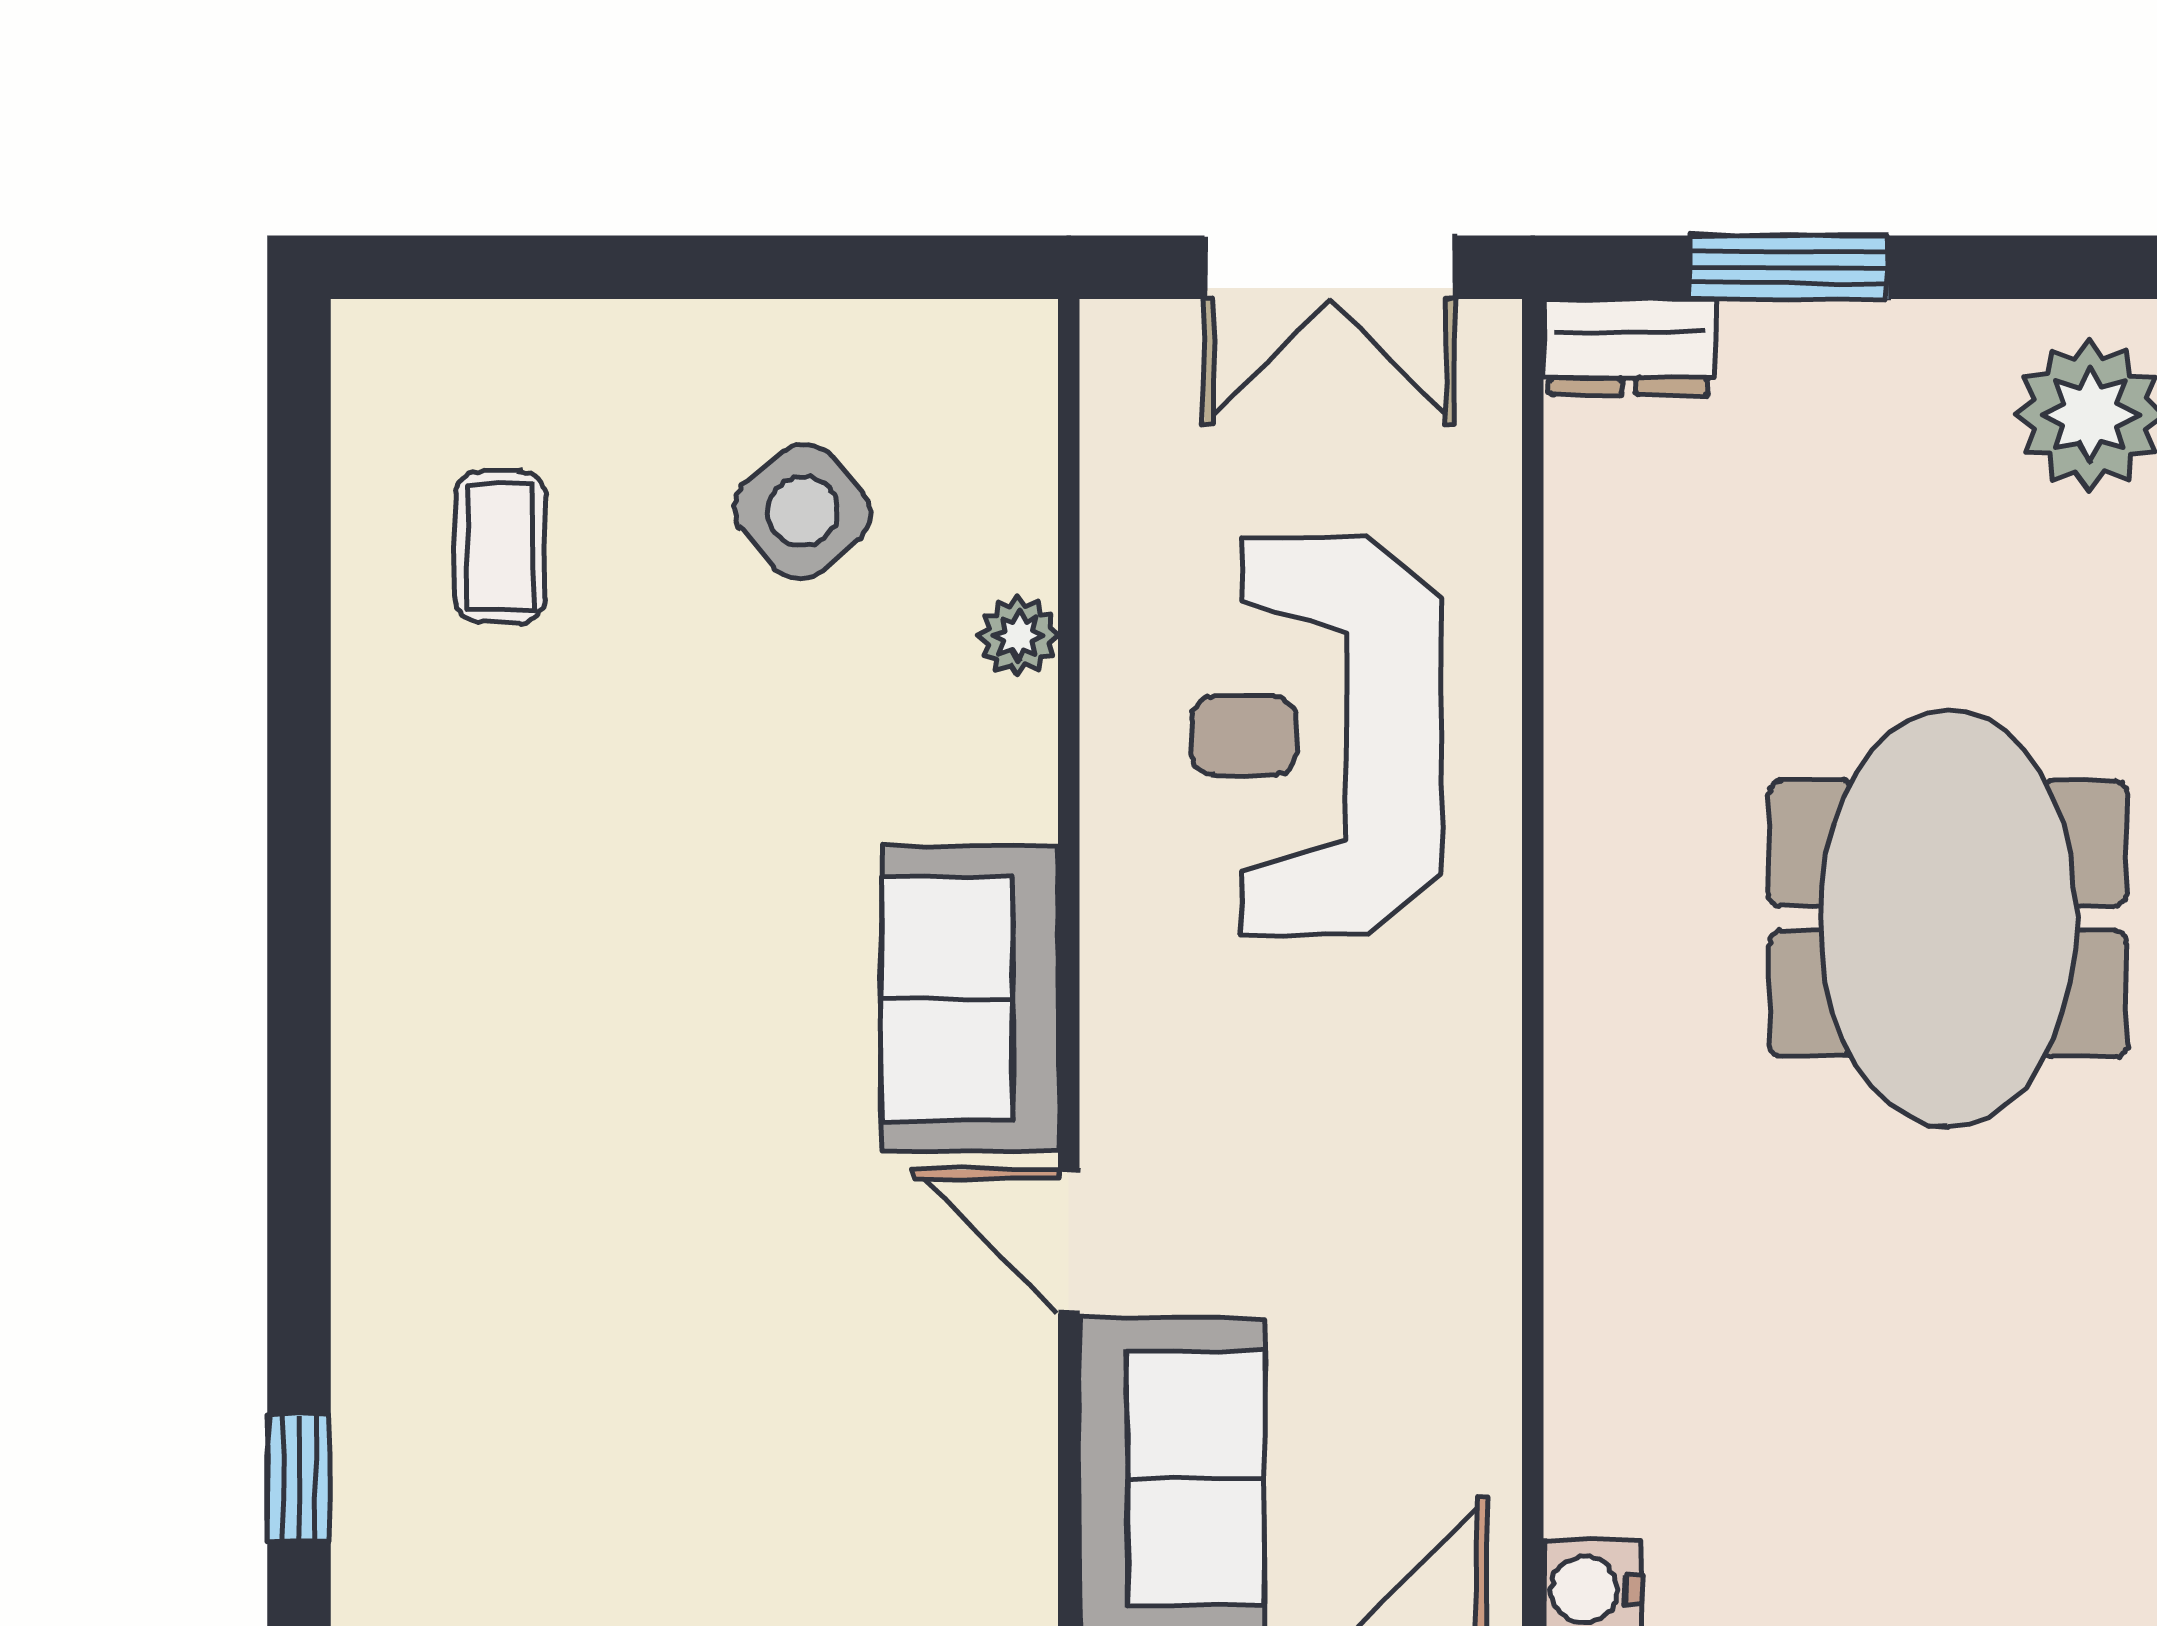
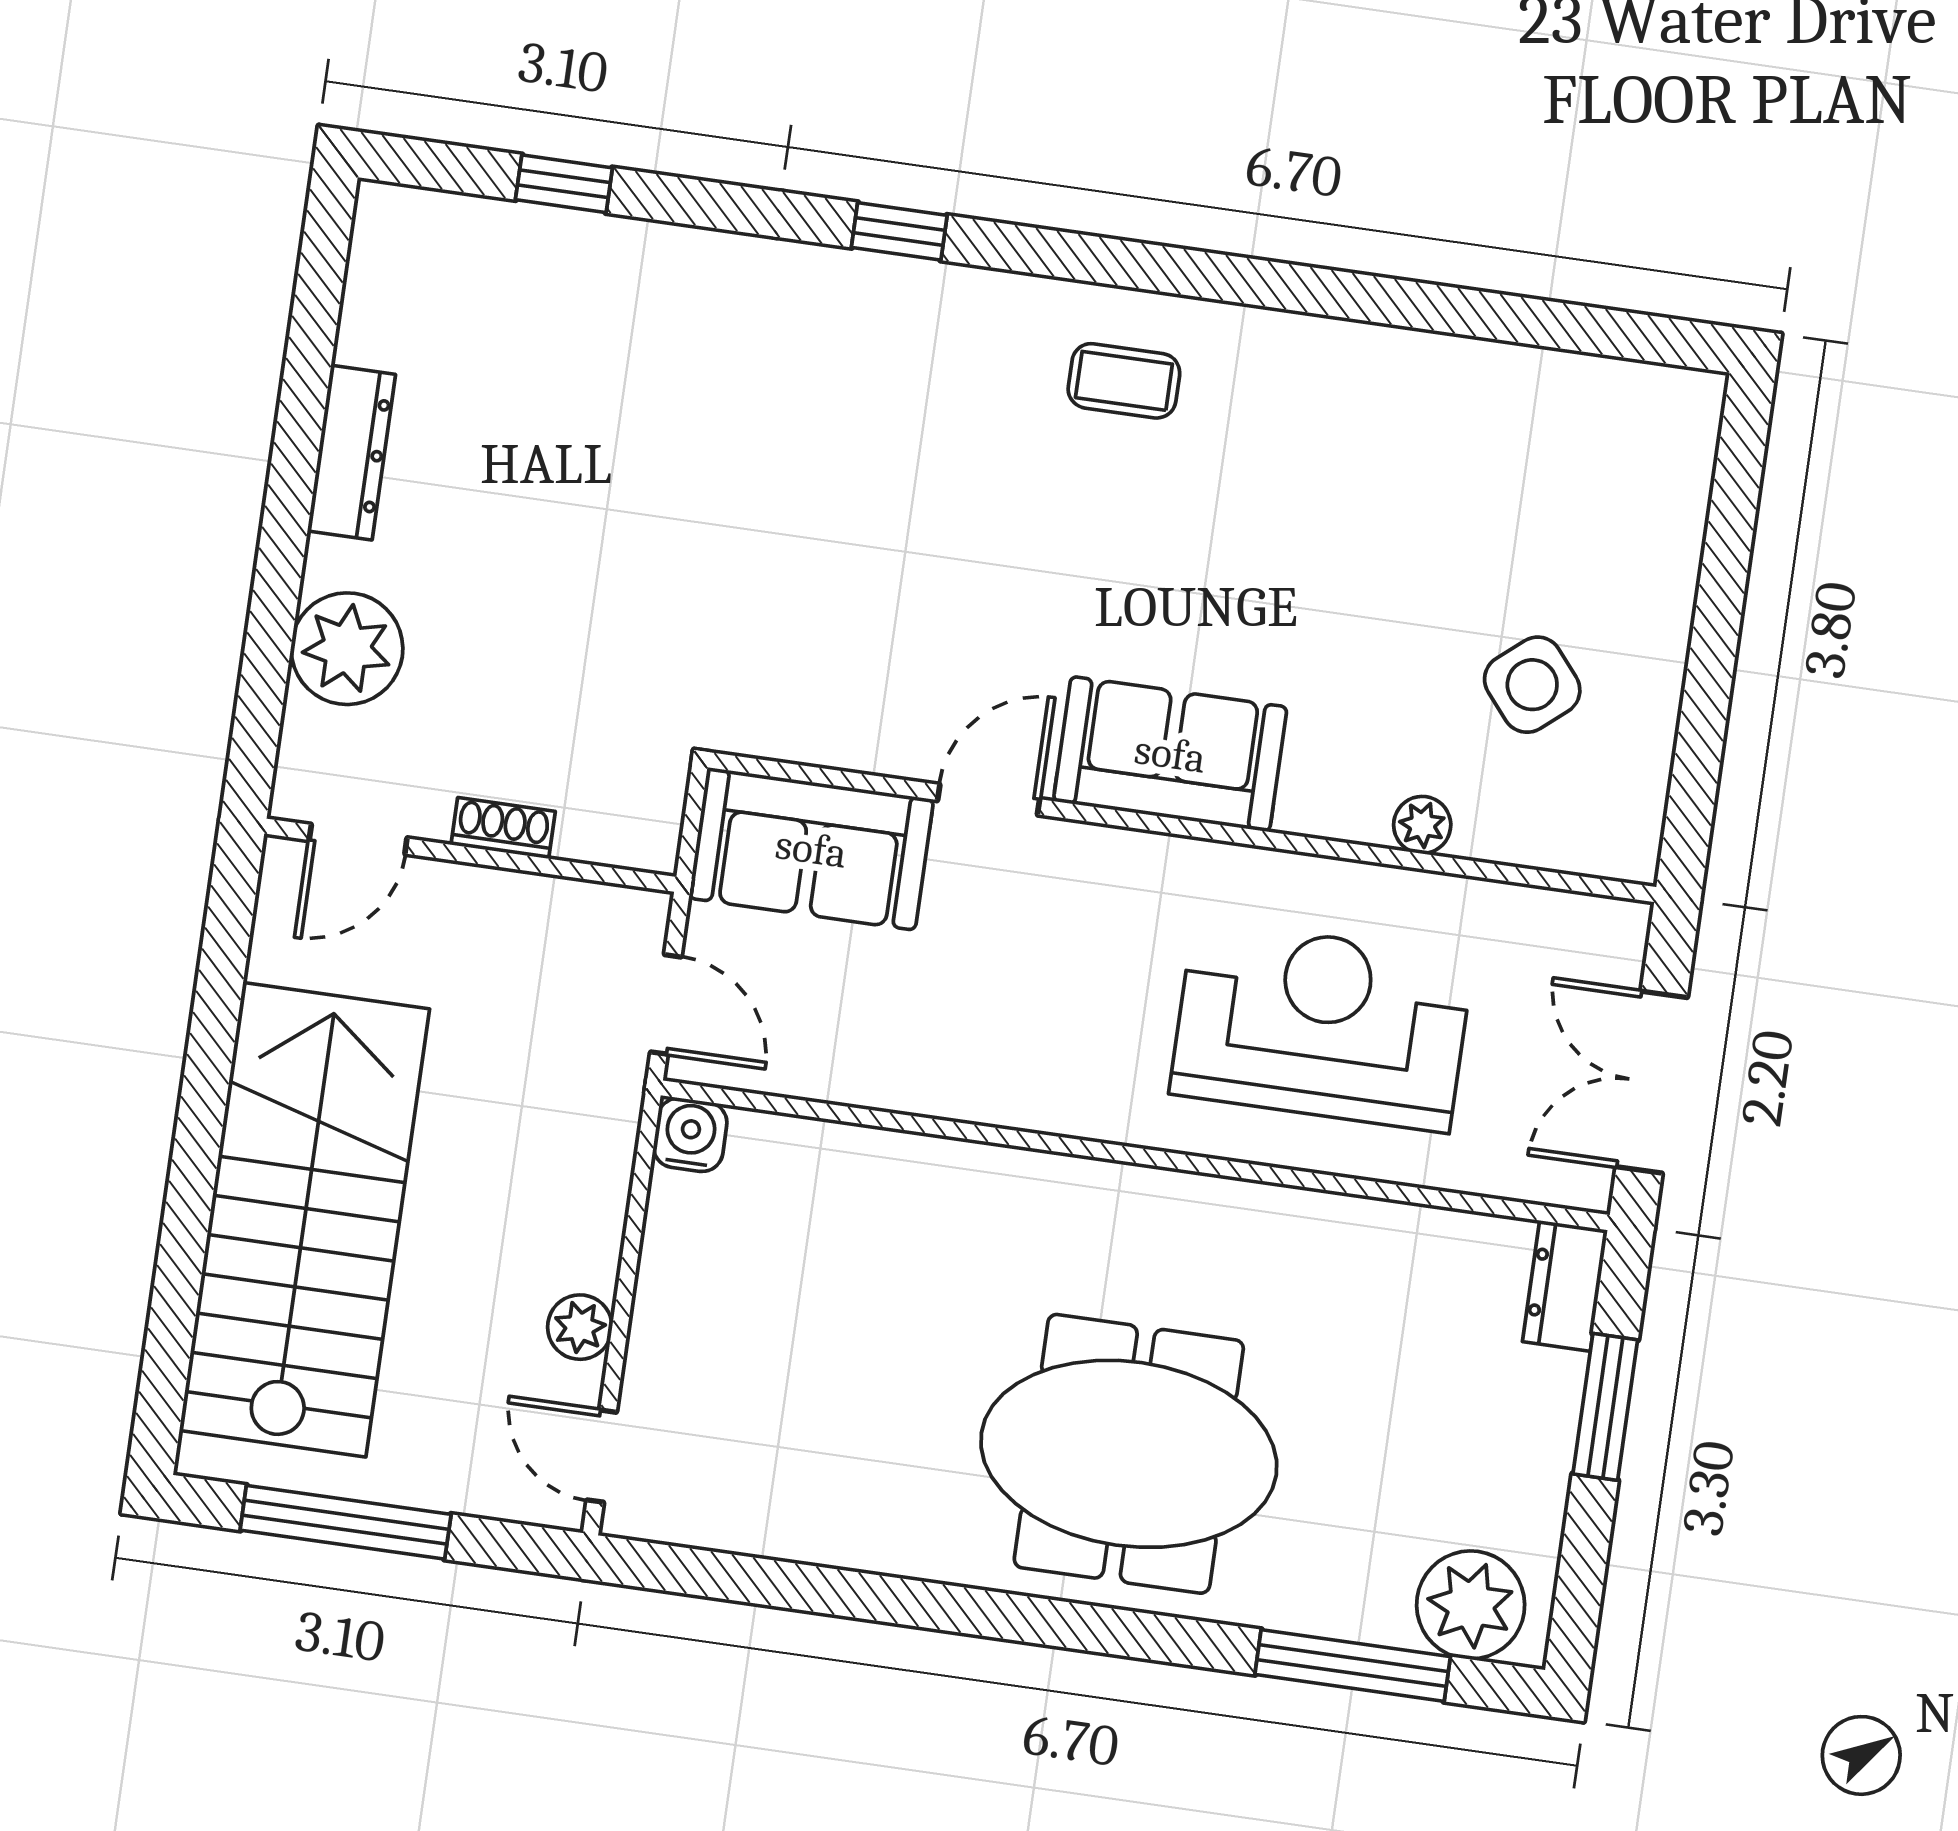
coffee table: (500, 547) -> (1124, 381), moved

